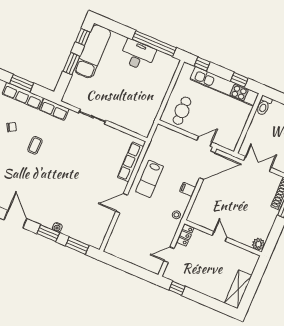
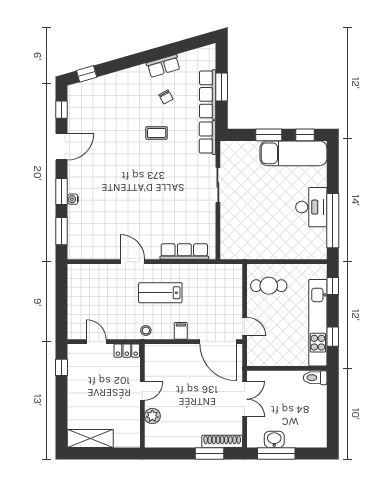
lab bench: (149, 179) -> (160, 293), moved
plant: (258, 244) -> (152, 416), moved

